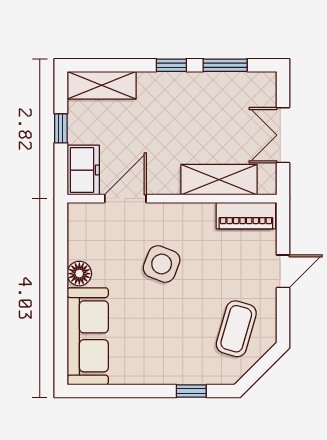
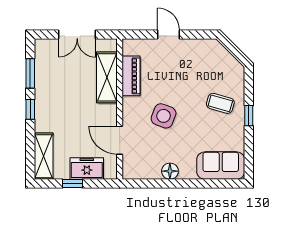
freezer: (83, 170) -> (87, 169), moved
piano: (246, 216) -> (131, 76), moved
coffee table: (236, 329) -> (220, 103), moved, width x0.73, depth x0.77
sofa: (88, 336) -> (221, 166), width x0.73
window: (191, 391) -> (249, 116), moved

